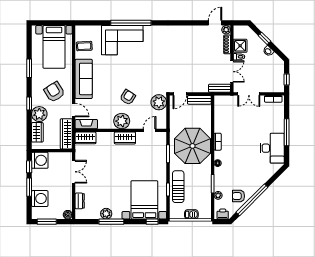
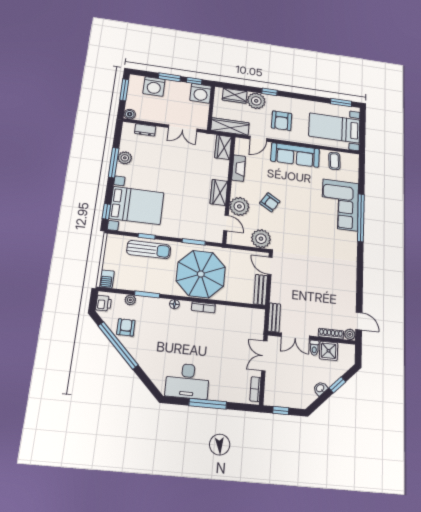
window: (29, 68) -> (341, 102), moved
armchair: (54, 92) -> (282, 121), turned 122
plant: (122, 121) -> (239, 206), moved
fireplace: (86, 124) -> (239, 168), moved
barbecue: (191, 214) -> (107, 279), moved

